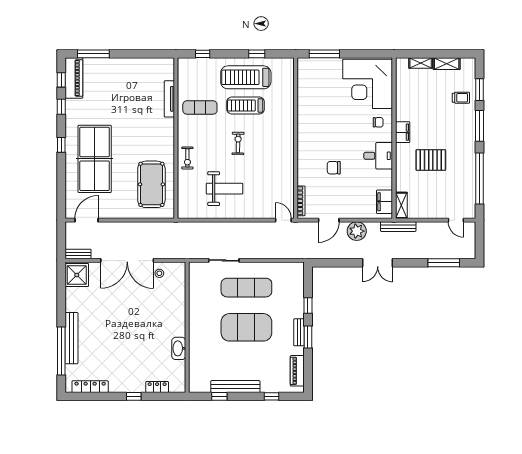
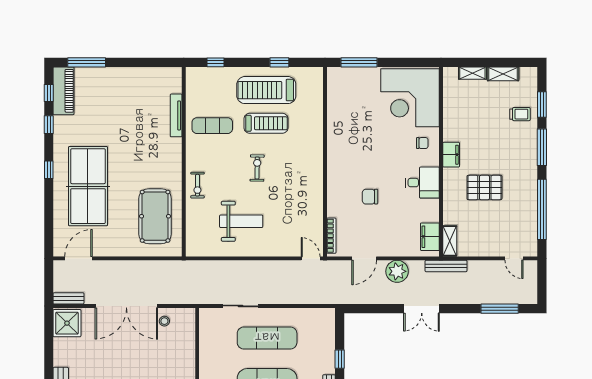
treadmill: (246, 105) -> (266, 123), turned 180

